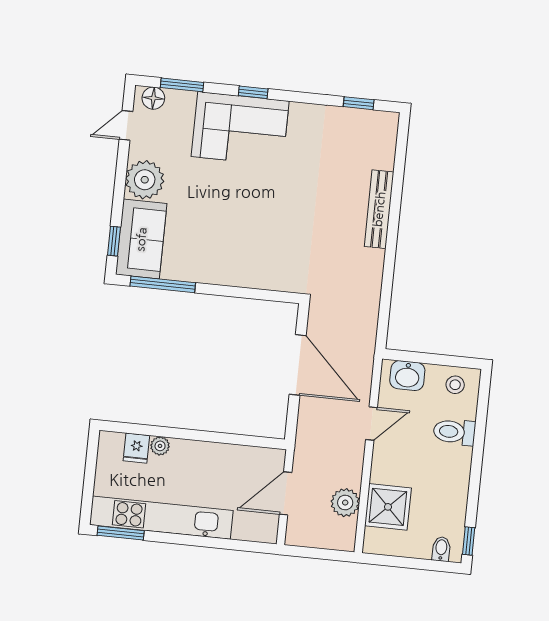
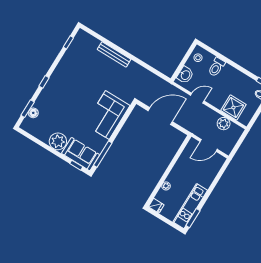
floor lamp: (153, 98) -> (33, 113), moved
door: (126, 125) -> (33, 138), removed
corner sofa: (240, 129) -> (107, 115), moved, turned 180
door: (371, 424) -> (197, 98), hinge flipped
fridge: (136, 448) -> (156, 206), moved
door: (286, 493) -> (209, 145), hinge flipped
kitchen unit: (161, 518) -> (190, 206), width x0.73

